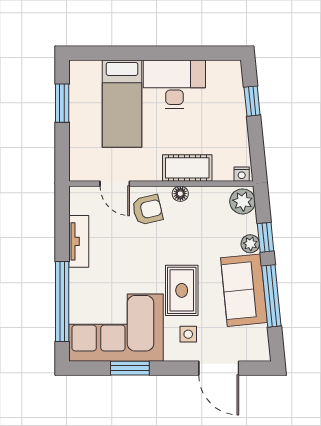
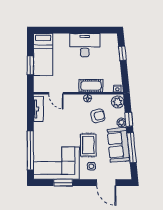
window: (62, 103) -> (30, 65), moved
bed: (122, 104) -> (43, 55), moved
armchair: (147, 210) -> (98, 116), moved
tv unit: (79, 241) -> (38, 109), moved

